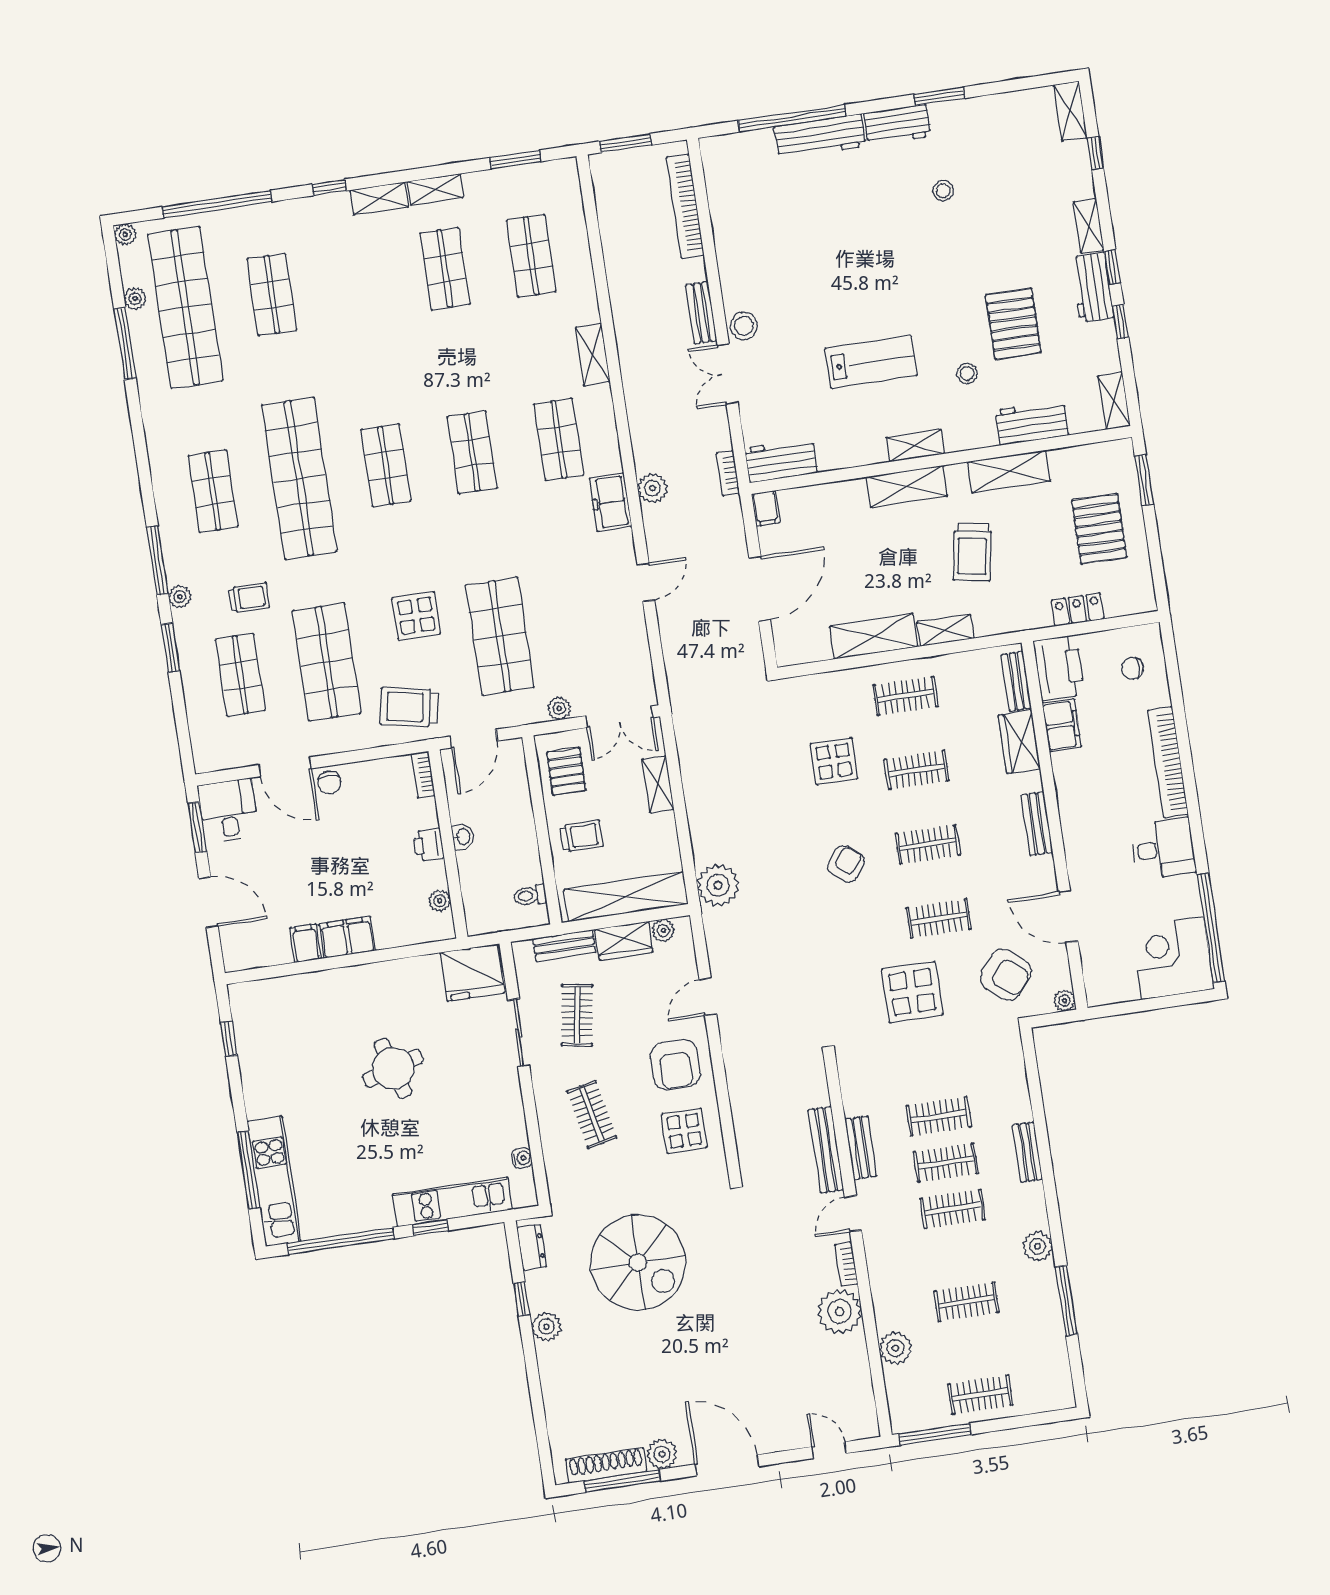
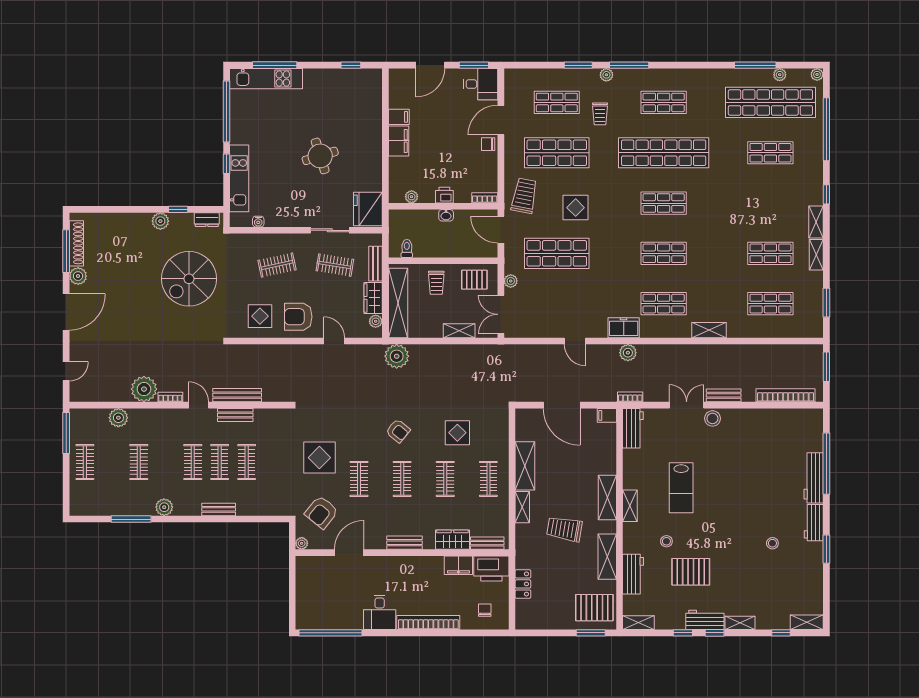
pallet: (1099, 529) -> (594, 608), moved
corner desk: (1173, 958) -> (317, 609), removed

